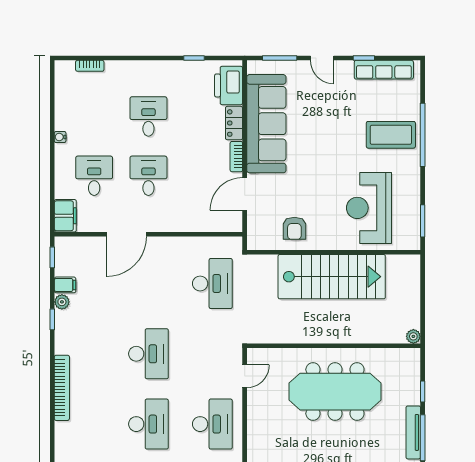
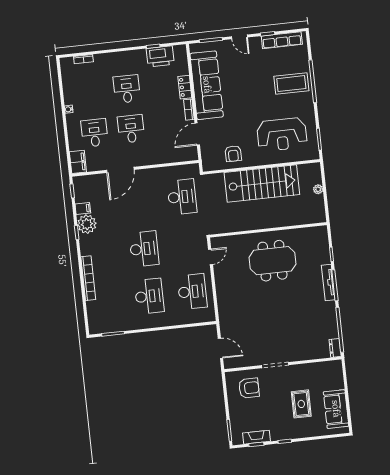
printer: (229, 85) -> (160, 56), moved, turned -90
reception desk: (369, 208) -> (282, 134), turned -90
plant: (62, 302) -> (87, 224), width x1.88, depth x1.88
plant: (413, 336) -> (318, 189), moved
meeting table: (335, 392) -> (272, 261), width x0.73

